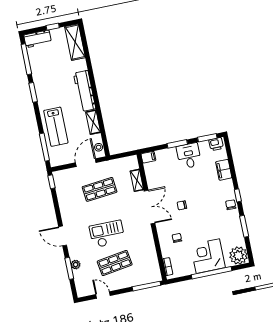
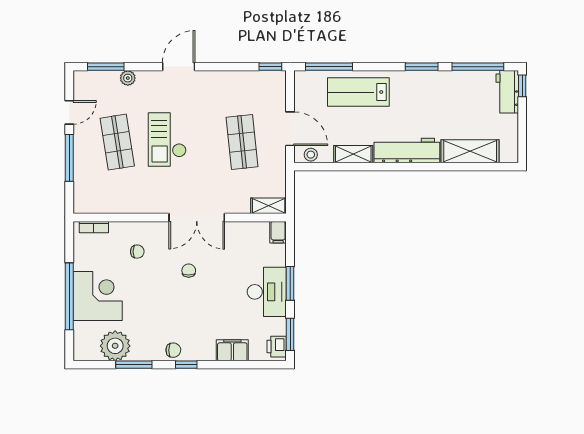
window: (53, 27) -> (522, 86), moved
shelving: (75, 42) -> (470, 151), moved
desk: (189, 156) -> (267, 292), width x1.37
shelving: (137, 180) -> (269, 206), moved
checkout: (107, 234) -> (167, 139), turned 180
plant: (239, 256) -> (115, 346), moved
window: (69, 268) -> (106, 67), moved
window: (146, 286) -> (69, 158), moved

